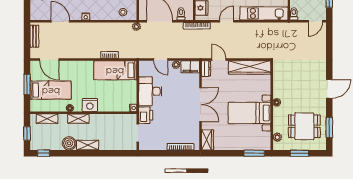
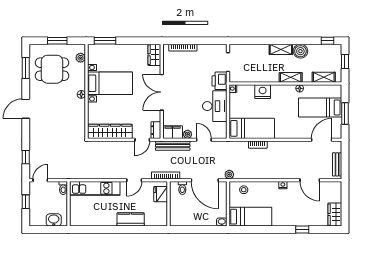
window: (329, 43) -> (26, 157), added
bench: (190, 54) -> (173, 146), added
door: (49, 60) -> (322, 140), hinge flipped
door: (219, 60) -> (142, 140), hinge flipped
nightstand: (90, 105) -> (263, 92), moved

